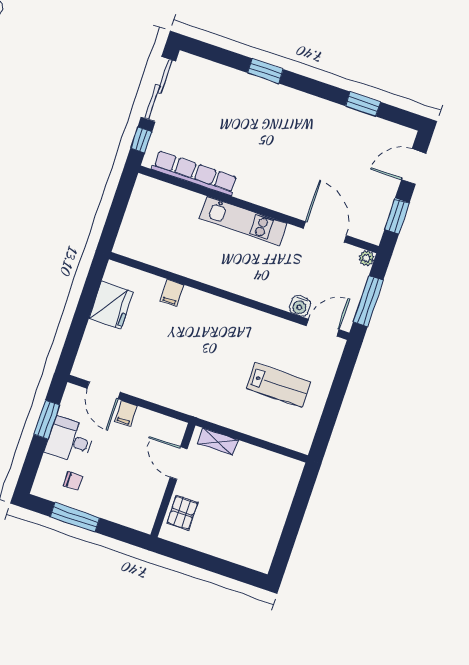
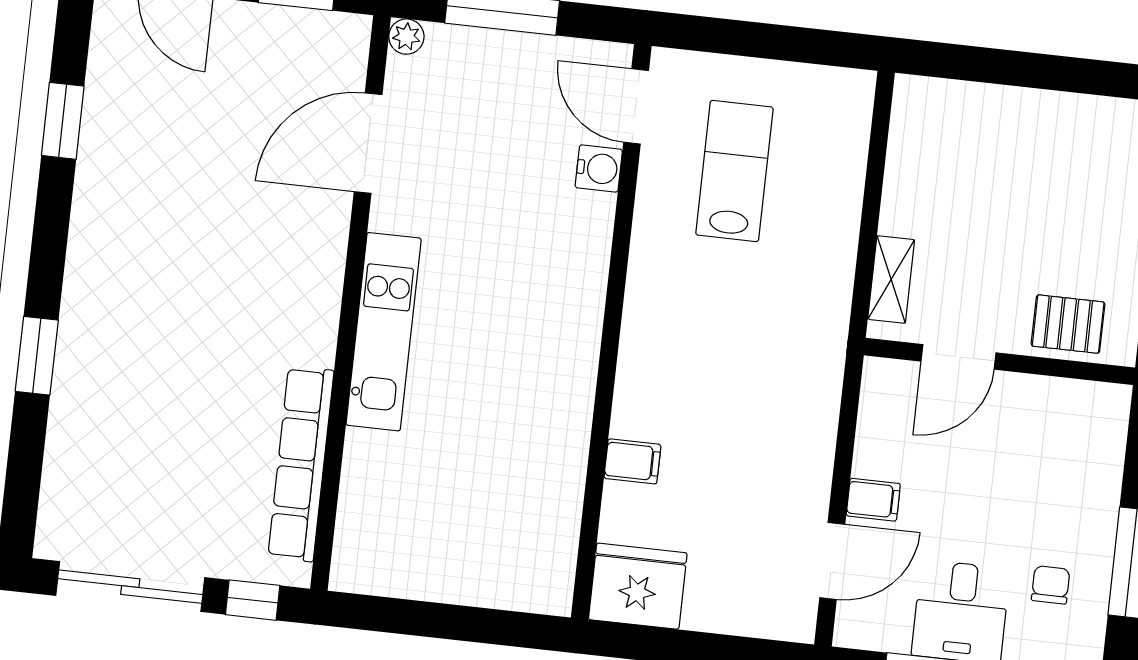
filing cabinet: (172, 293) -> (632, 461), moved
wall: (229, 296) -> (611, 332), moved
water cooler: (300, 306) -> (599, 168), moved
door: (323, 328) -> (636, 106), moved

